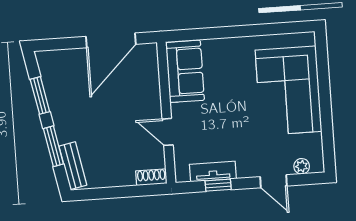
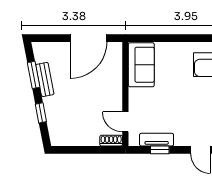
door: (168, 132) -> (125, 122), moved
window: (53, 146) -> (41, 113), width x0.67
bench: (73, 166) -> (45, 79), moved

